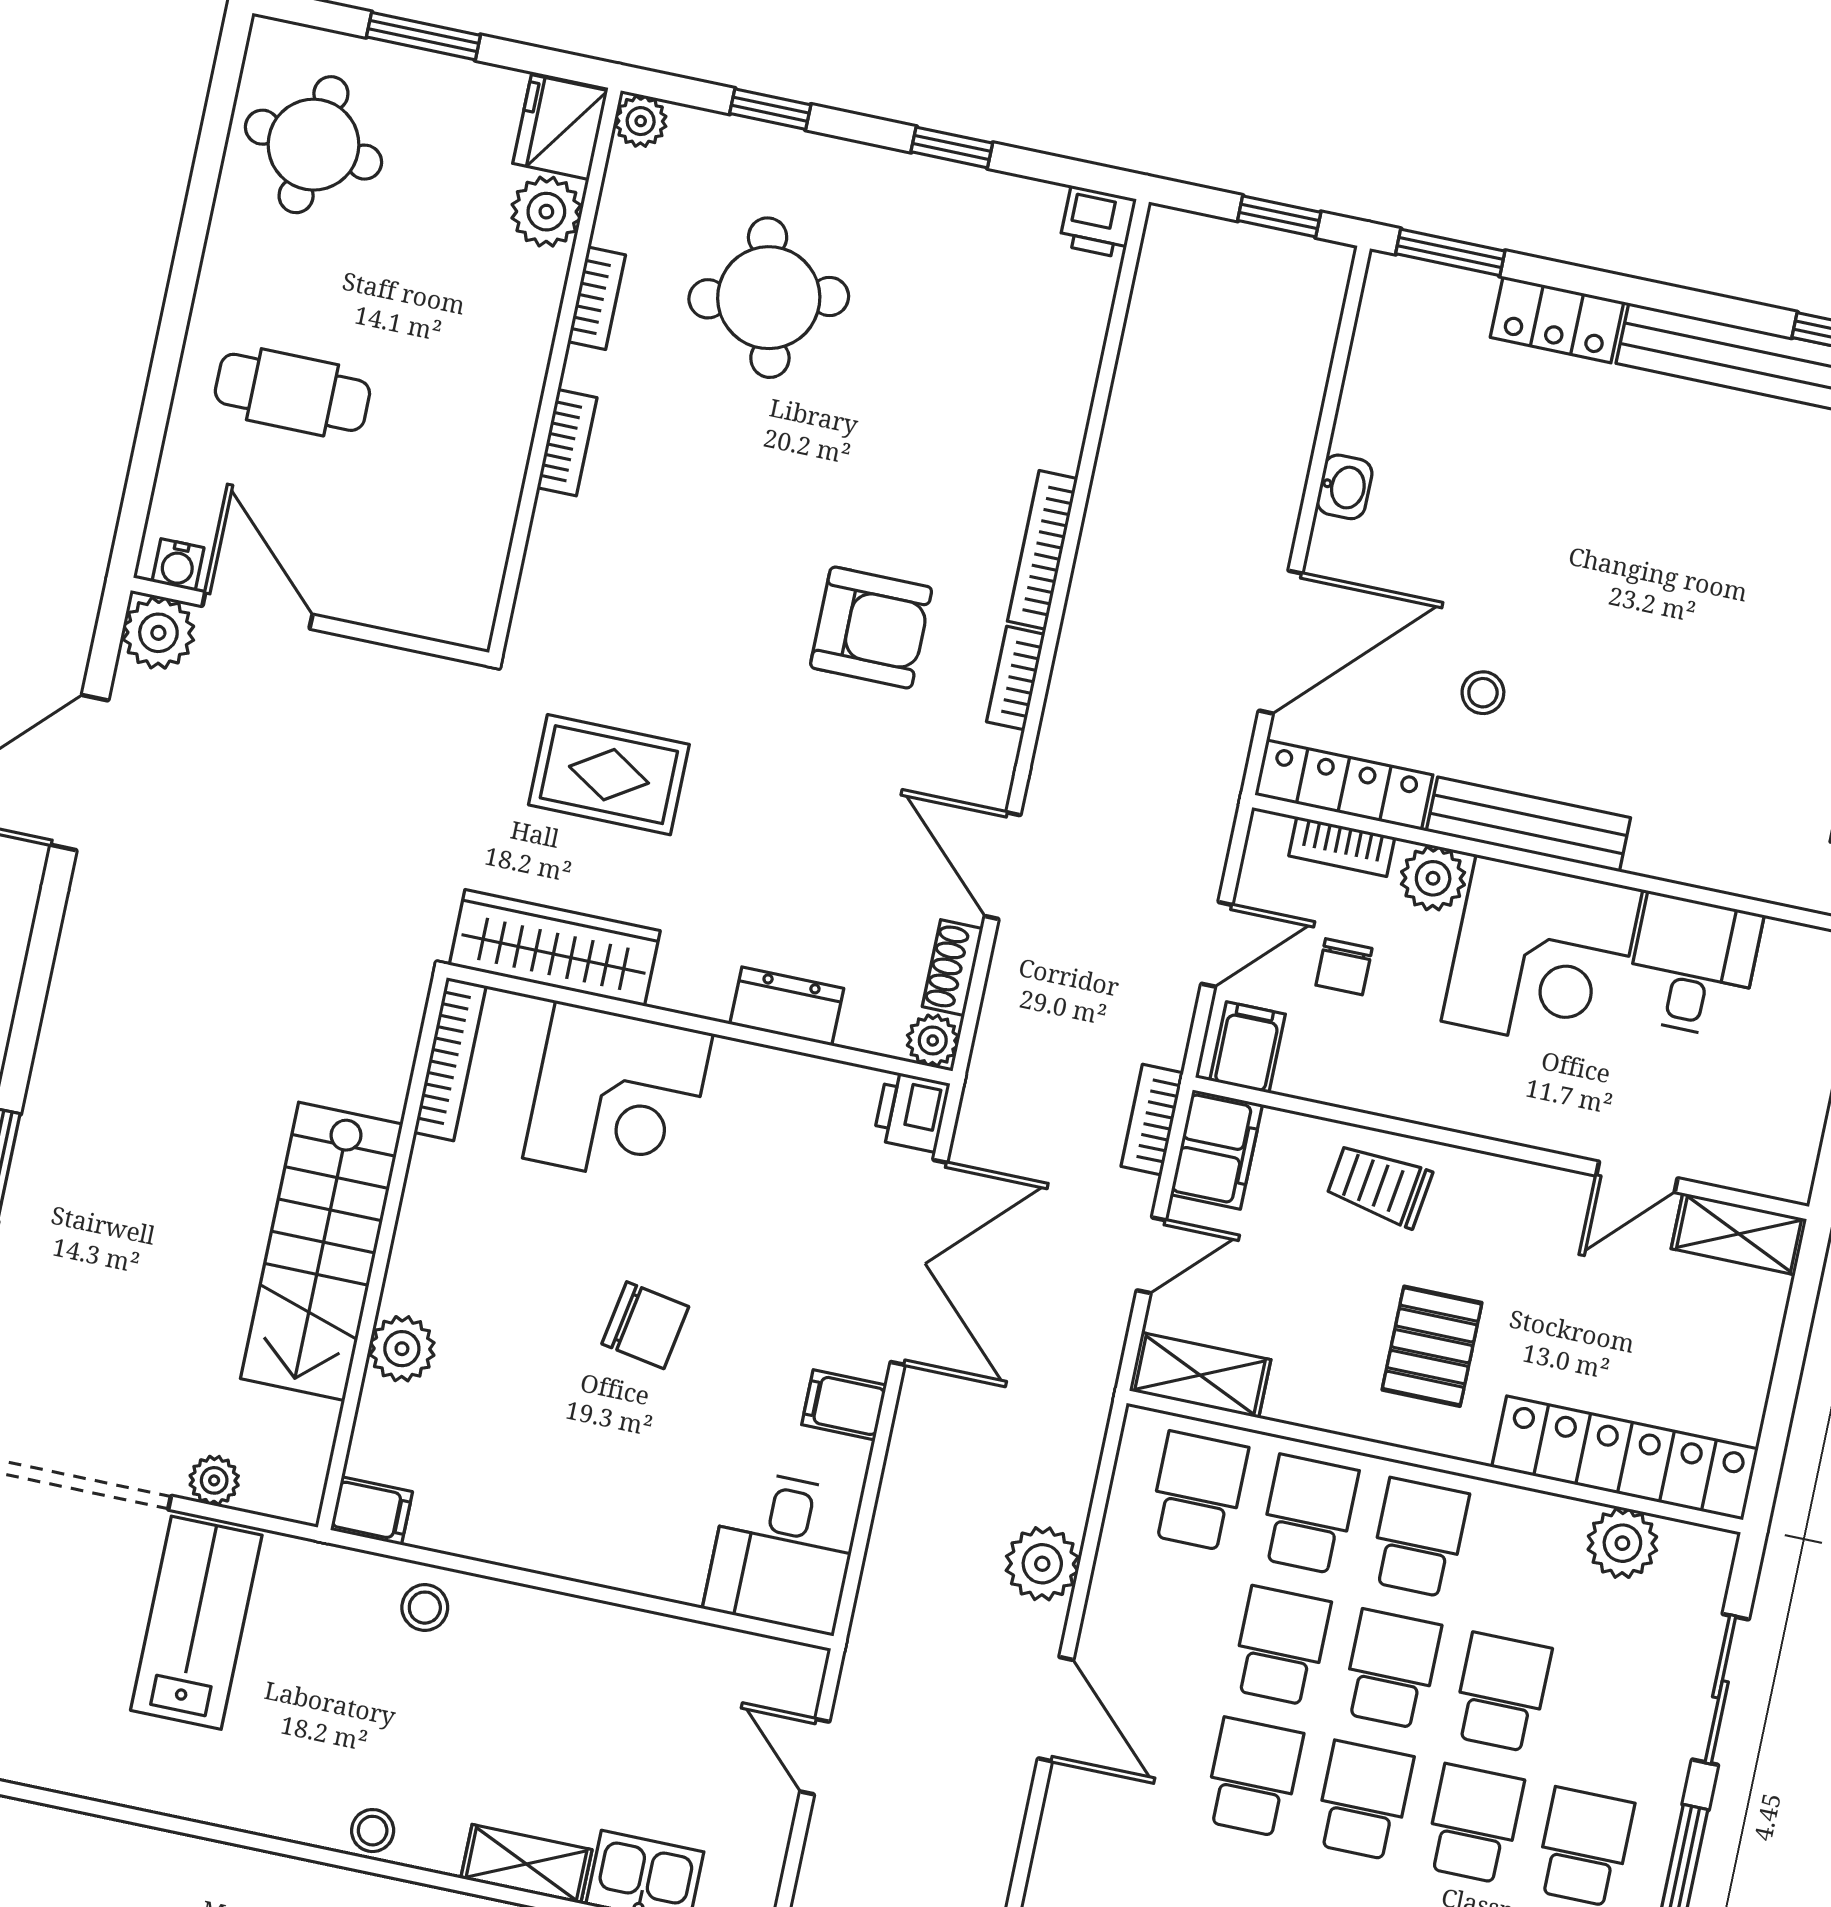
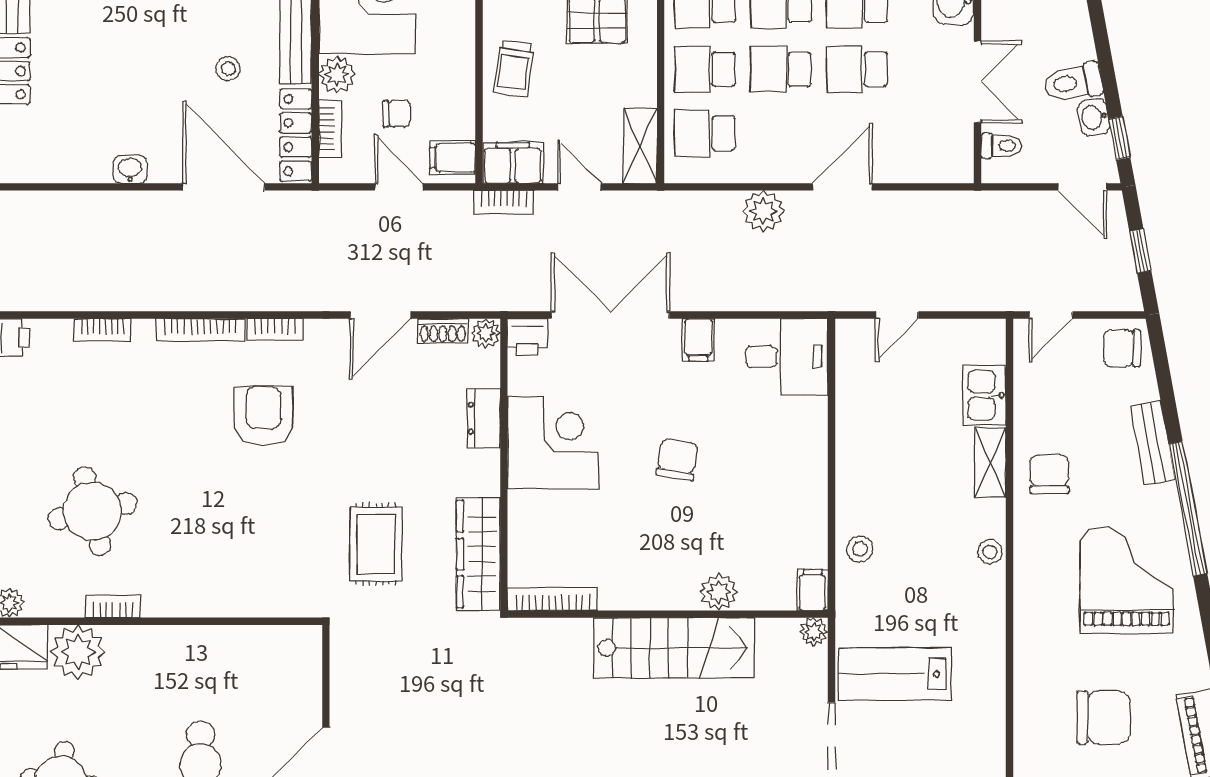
plant: (546, 212) -> (78, 652), width x1.36, depth x1.36
bookcase: (567, 443) -> (103, 330), moved, turned 180
corner desk: (618, 1096) -> (553, 443), moved
plant: (214, 1480) -> (814, 632), moved

